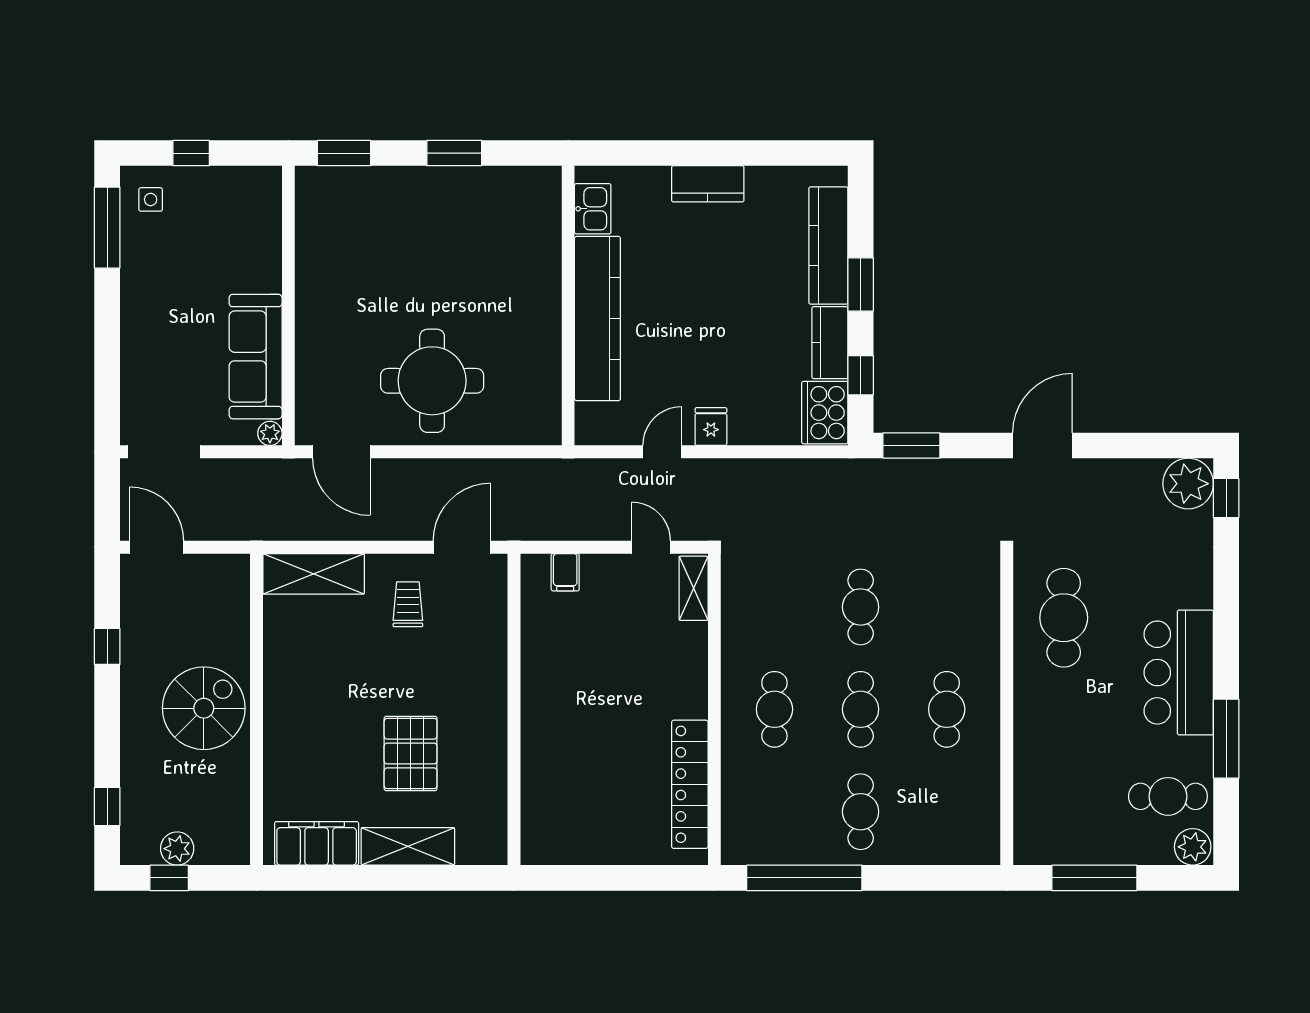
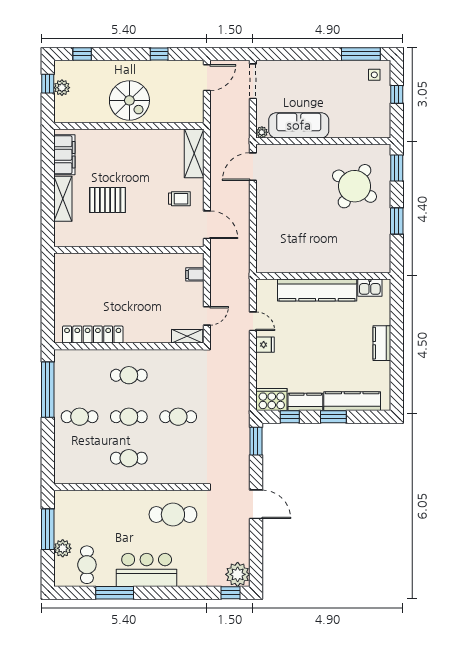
round table: (432, 381) -> (355, 186), moved, turned 33
plant: (1193, 847) -> (63, 548), moved

